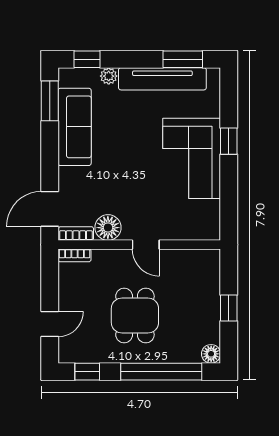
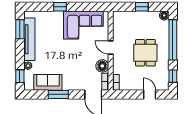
window: (50, 101) -> (58, 94), moved
sofa: (75, 127) -> (48, 82), width x0.73
corner sofa: (192, 158) -> (83, 25), moved
door: (146, 245) -> (111, 47), swing flipped
dining table: (135, 316) -> (145, 53), turned 90

